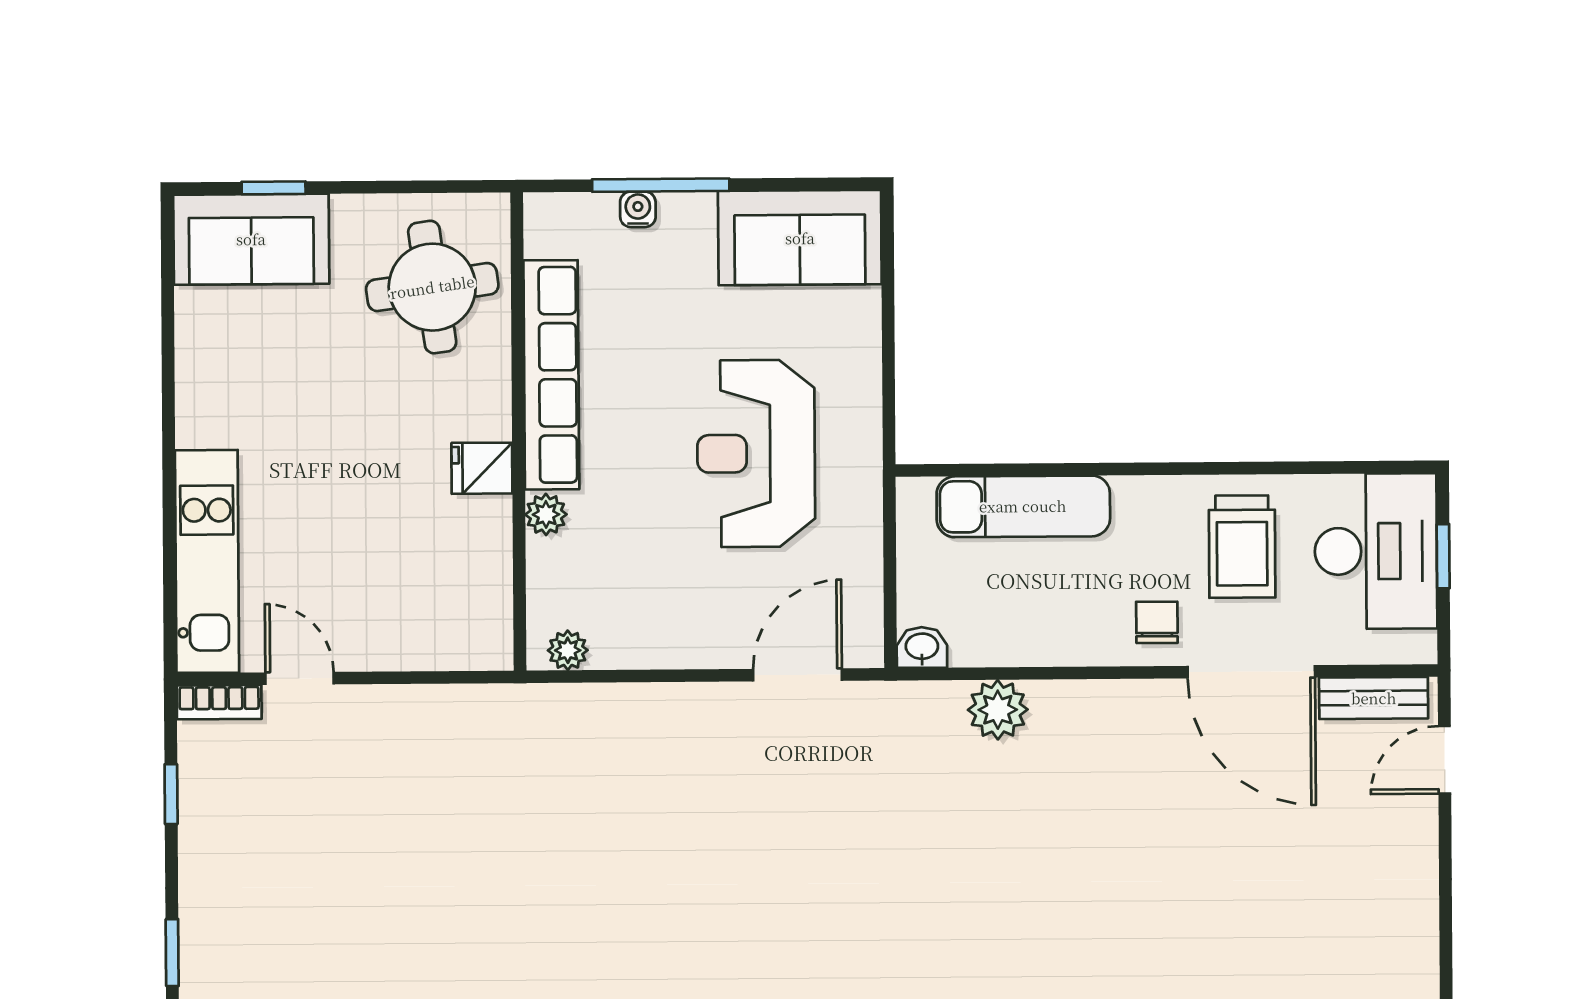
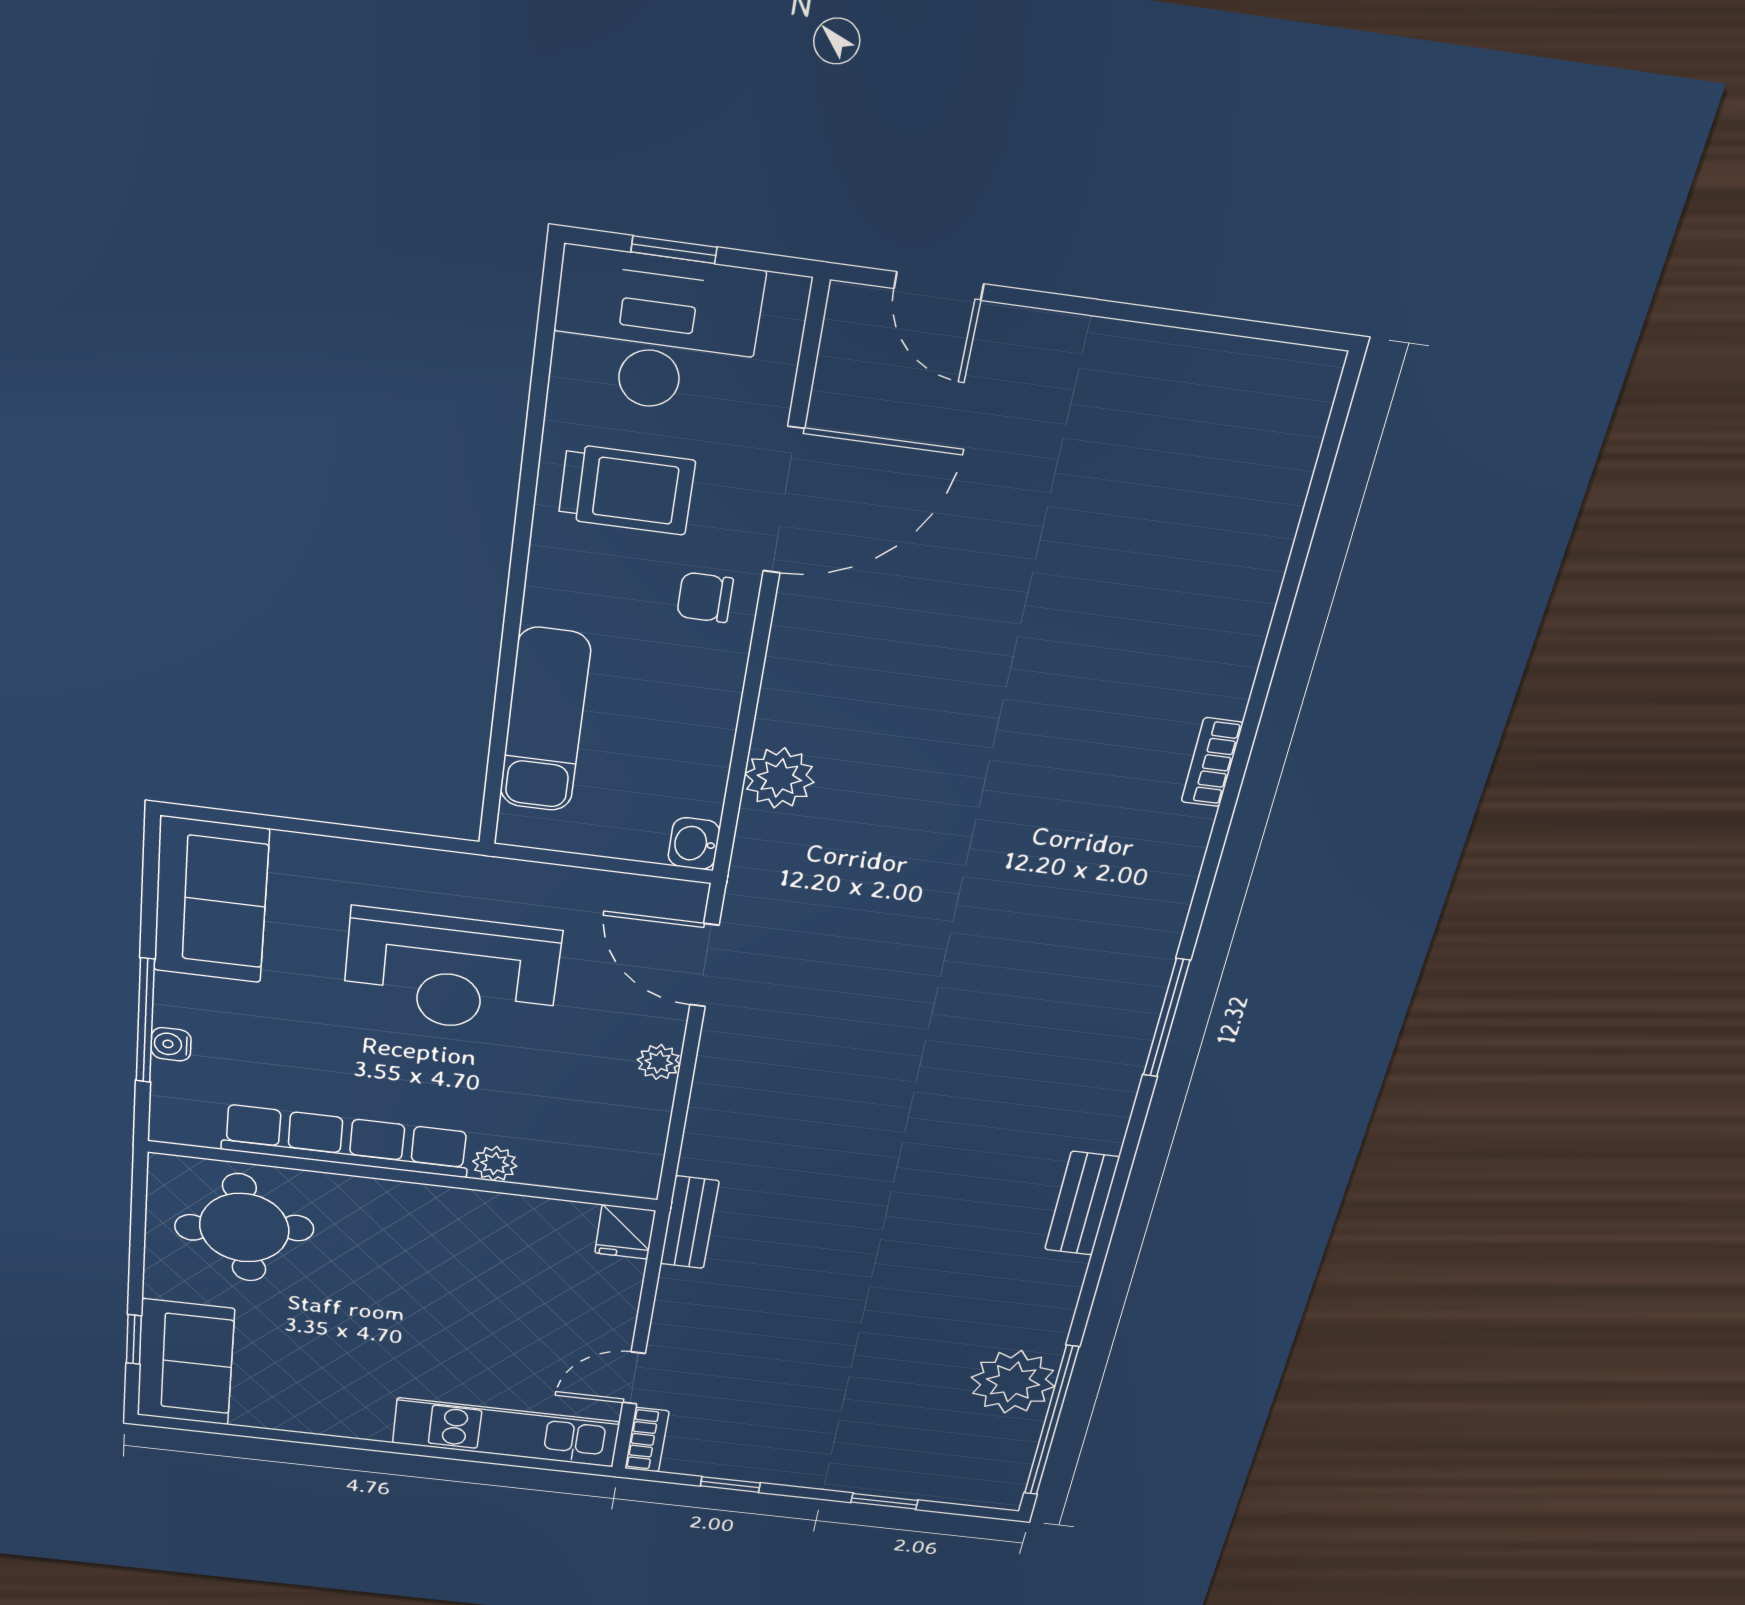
fridge: (482, 468) -> (625, 1232), moved
plant: (568, 650) -> (659, 1062), moved
bench: (1374, 698) -> (689, 1222), moved

